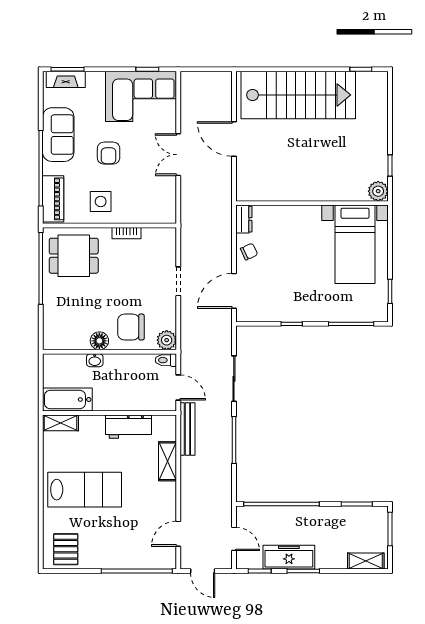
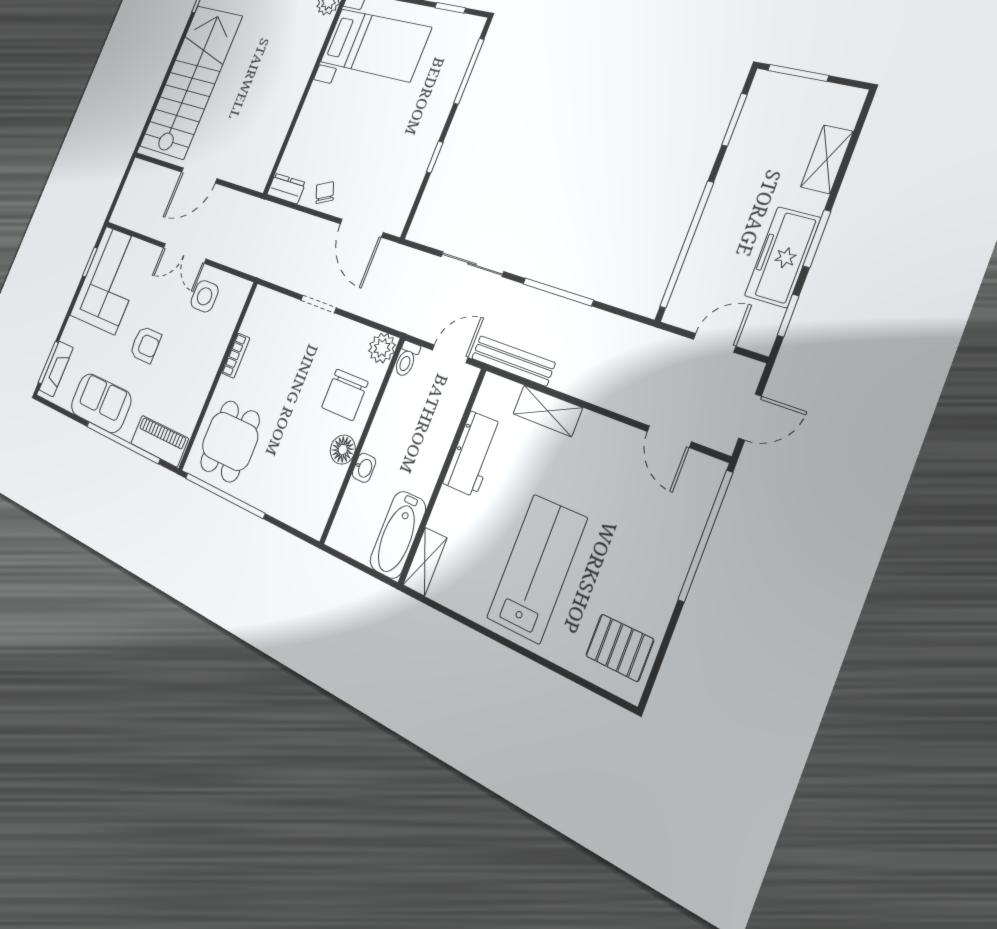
side table: (101, 201) -> (205, 296), moved
shelving: (366, 561) -> (827, 159), moved

